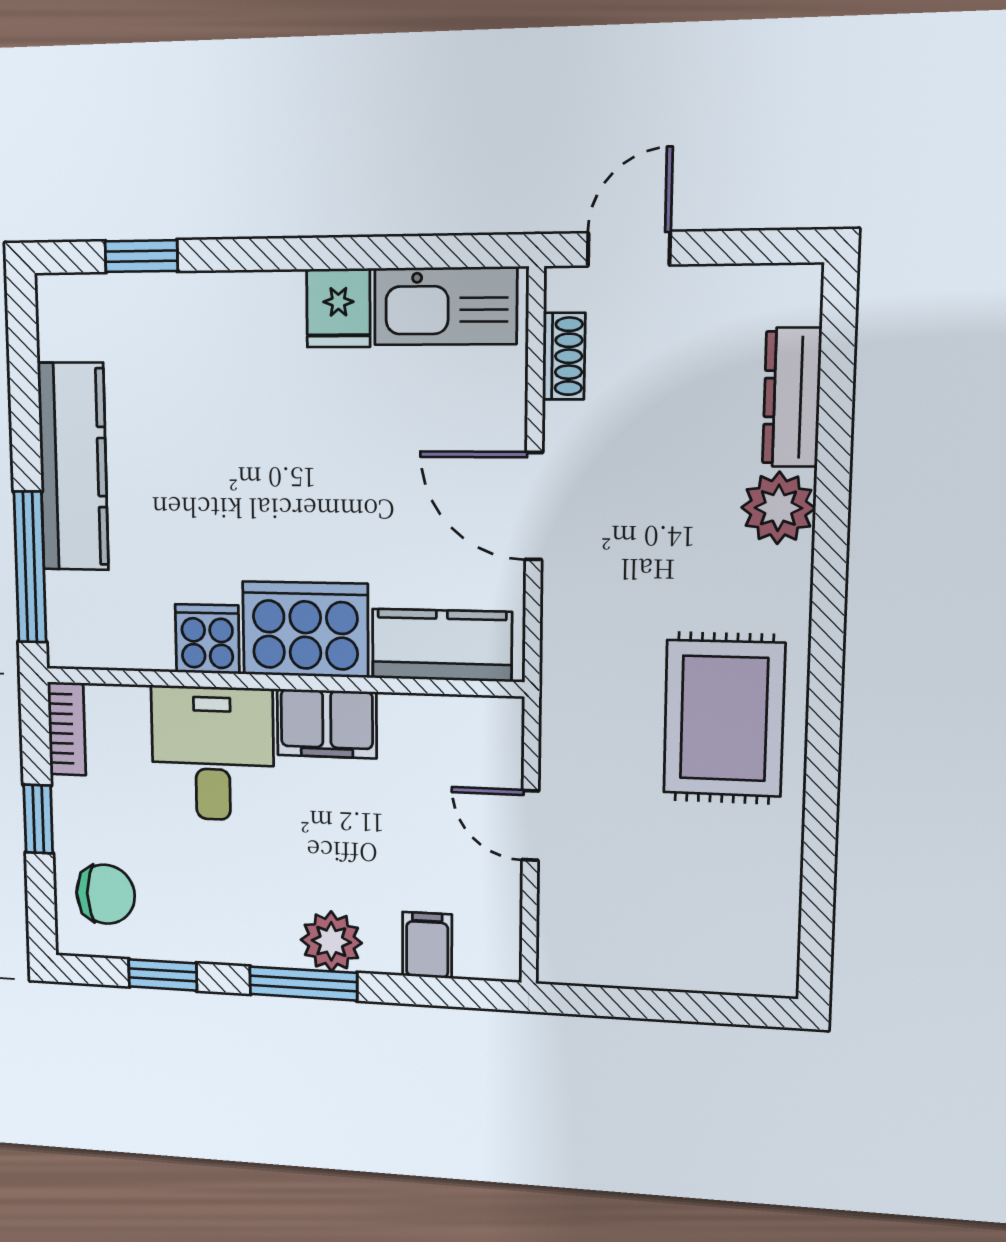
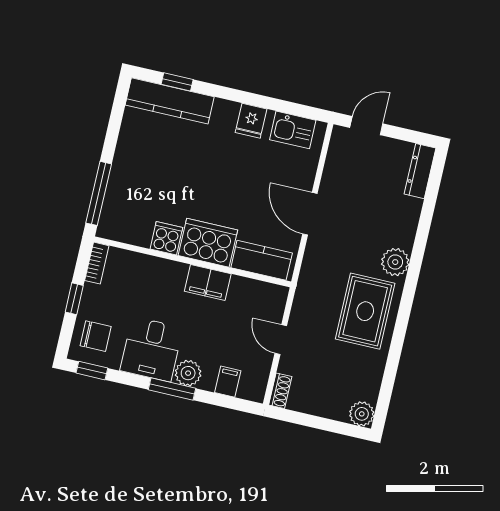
kitchen sink: (445, 306) -> (293, 130), width x0.73
shoe rack: (564, 356) -> (280, 391), moved
dresser: (792, 397) -> (420, 171), moved
kitchen counter: (73, 467) -> (170, 101), moved, turned 90
plant: (778, 508) -> (395, 262), moved
desk: (213, 753) -> (151, 349), moved, turned 180
plant: (768, 968) -> (362, 414), added
window: (163, 975) -> (92, 371), moved

